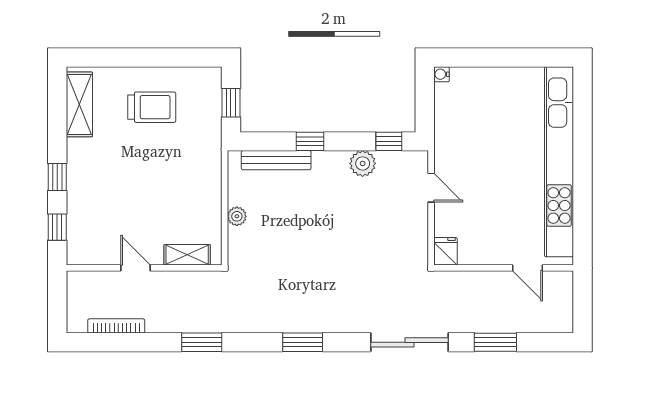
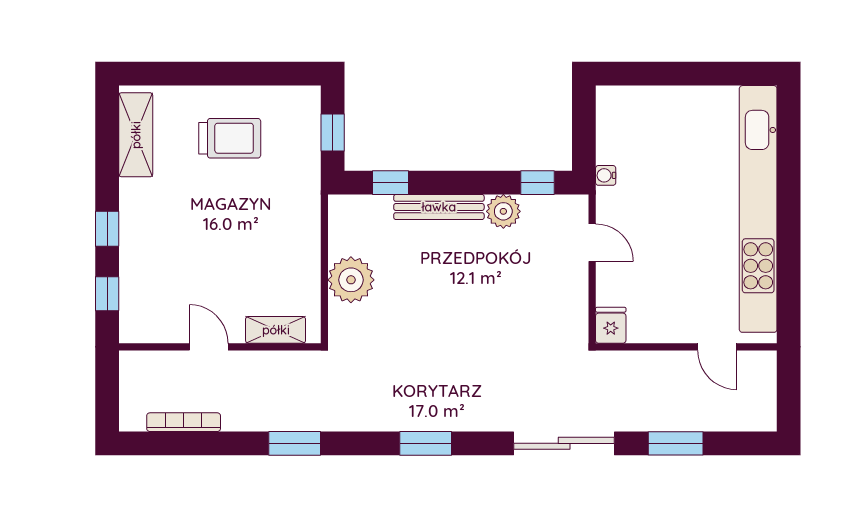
water cooler: (441, 74) -> (606, 175), moved
window: (310, 141) -> (390, 183), moved
bench: (276, 160) -> (439, 207), moved
plant: (237, 216) -> (351, 280), width x1.88, depth x1.88

